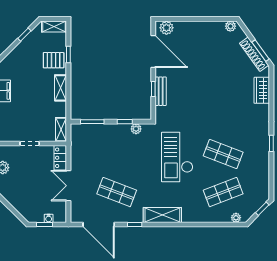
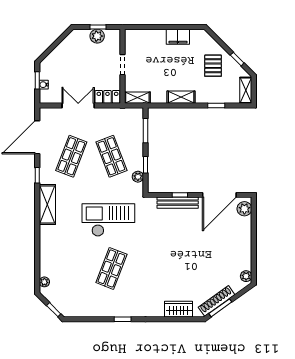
pallet: (54, 60) -> (213, 66), moved
bench: (161, 91) -> (178, 203), width x1.36
shop shelf: (223, 192) -> (111, 156), moved

